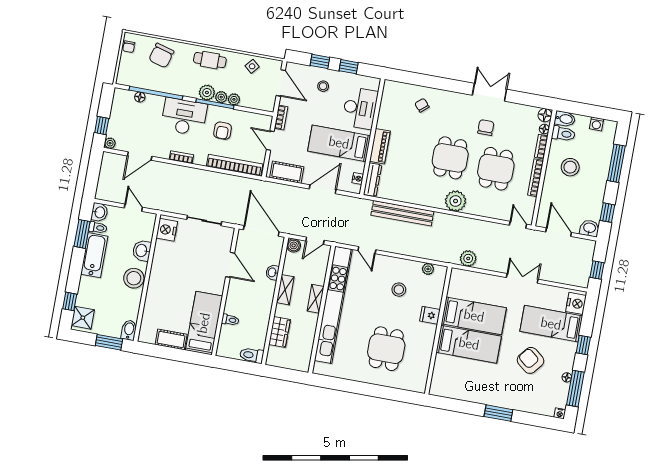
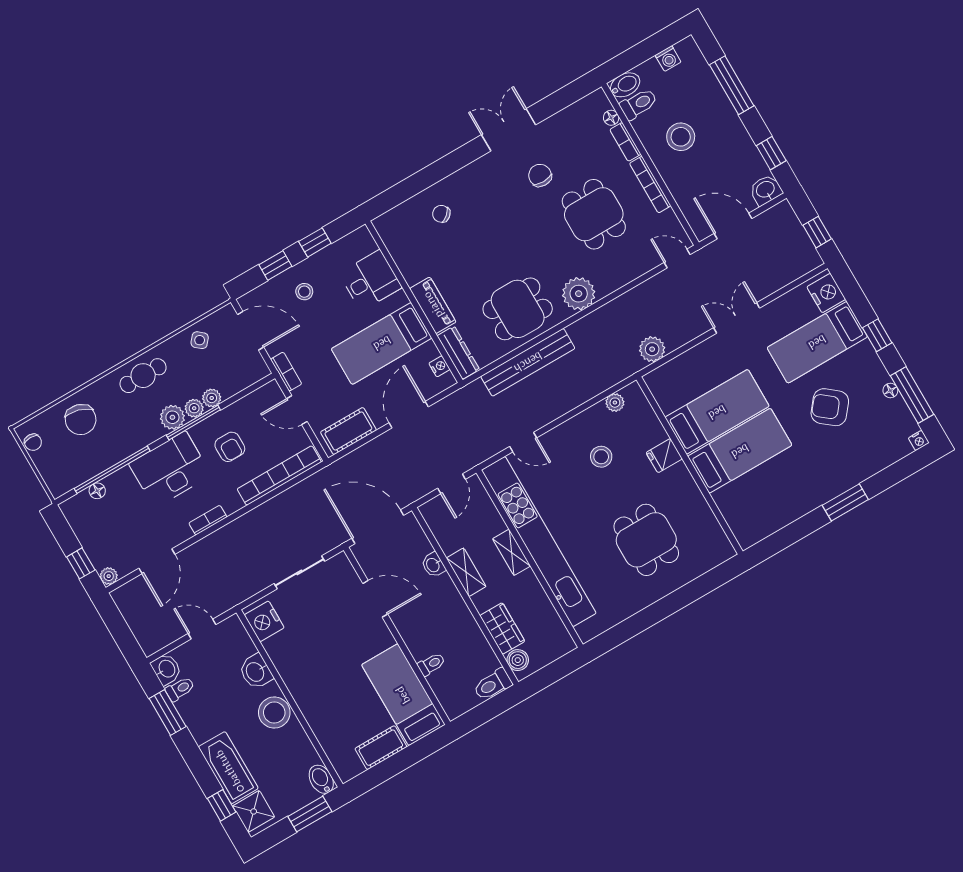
desk: (360, 108) -> (370, 280), width x0.73
floor lamp: (545, 115) -> (598, 101), removed
dining table: (450, 158) -> (518, 309), moved, turned 90
boiler: (294, 245) -> (518, 660), moved
bathtub: (94, 255) -> (228, 768), moved

